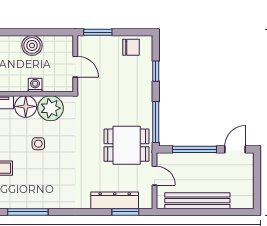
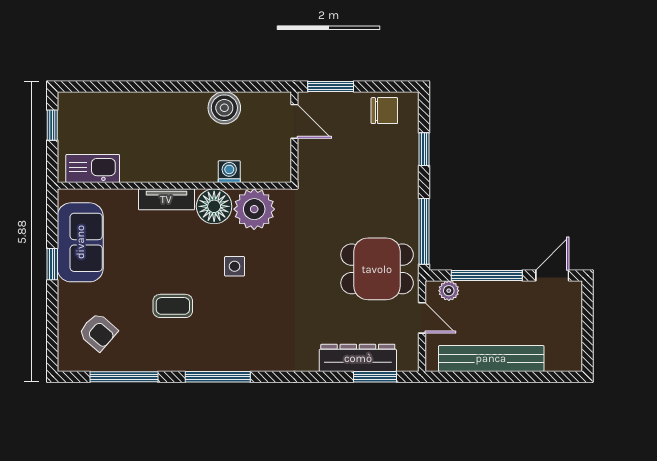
door: (75, 67) -> (294, 121), moved
plant: (171, 159) -> (449, 291), added

